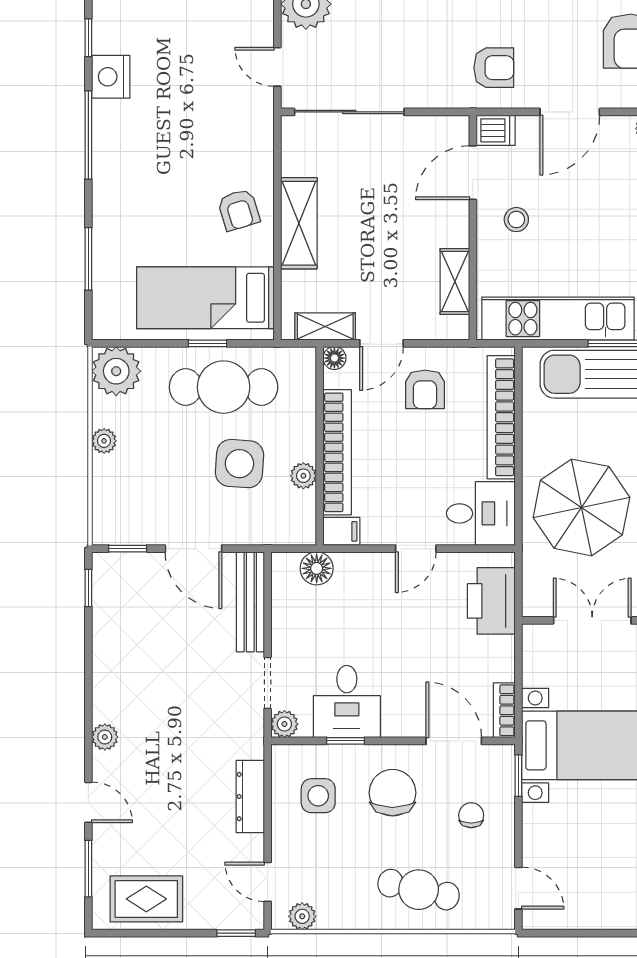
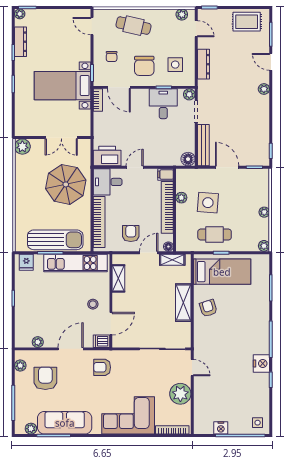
plant: (116, 371) -> (264, 246), width x0.53, depth x0.53
cafe table: (224, 387) -> (215, 235), width x0.73, depth x0.74
floor lamp: (317, 568) -> (188, 159), moved
printer: (491, 601) -> (107, 156), moved, turned -90

